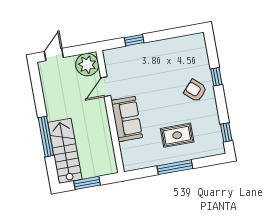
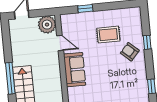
door: (106, 87) -> (60, 43), swing flipped
rug: (177, 135) -> (108, 35), moved

